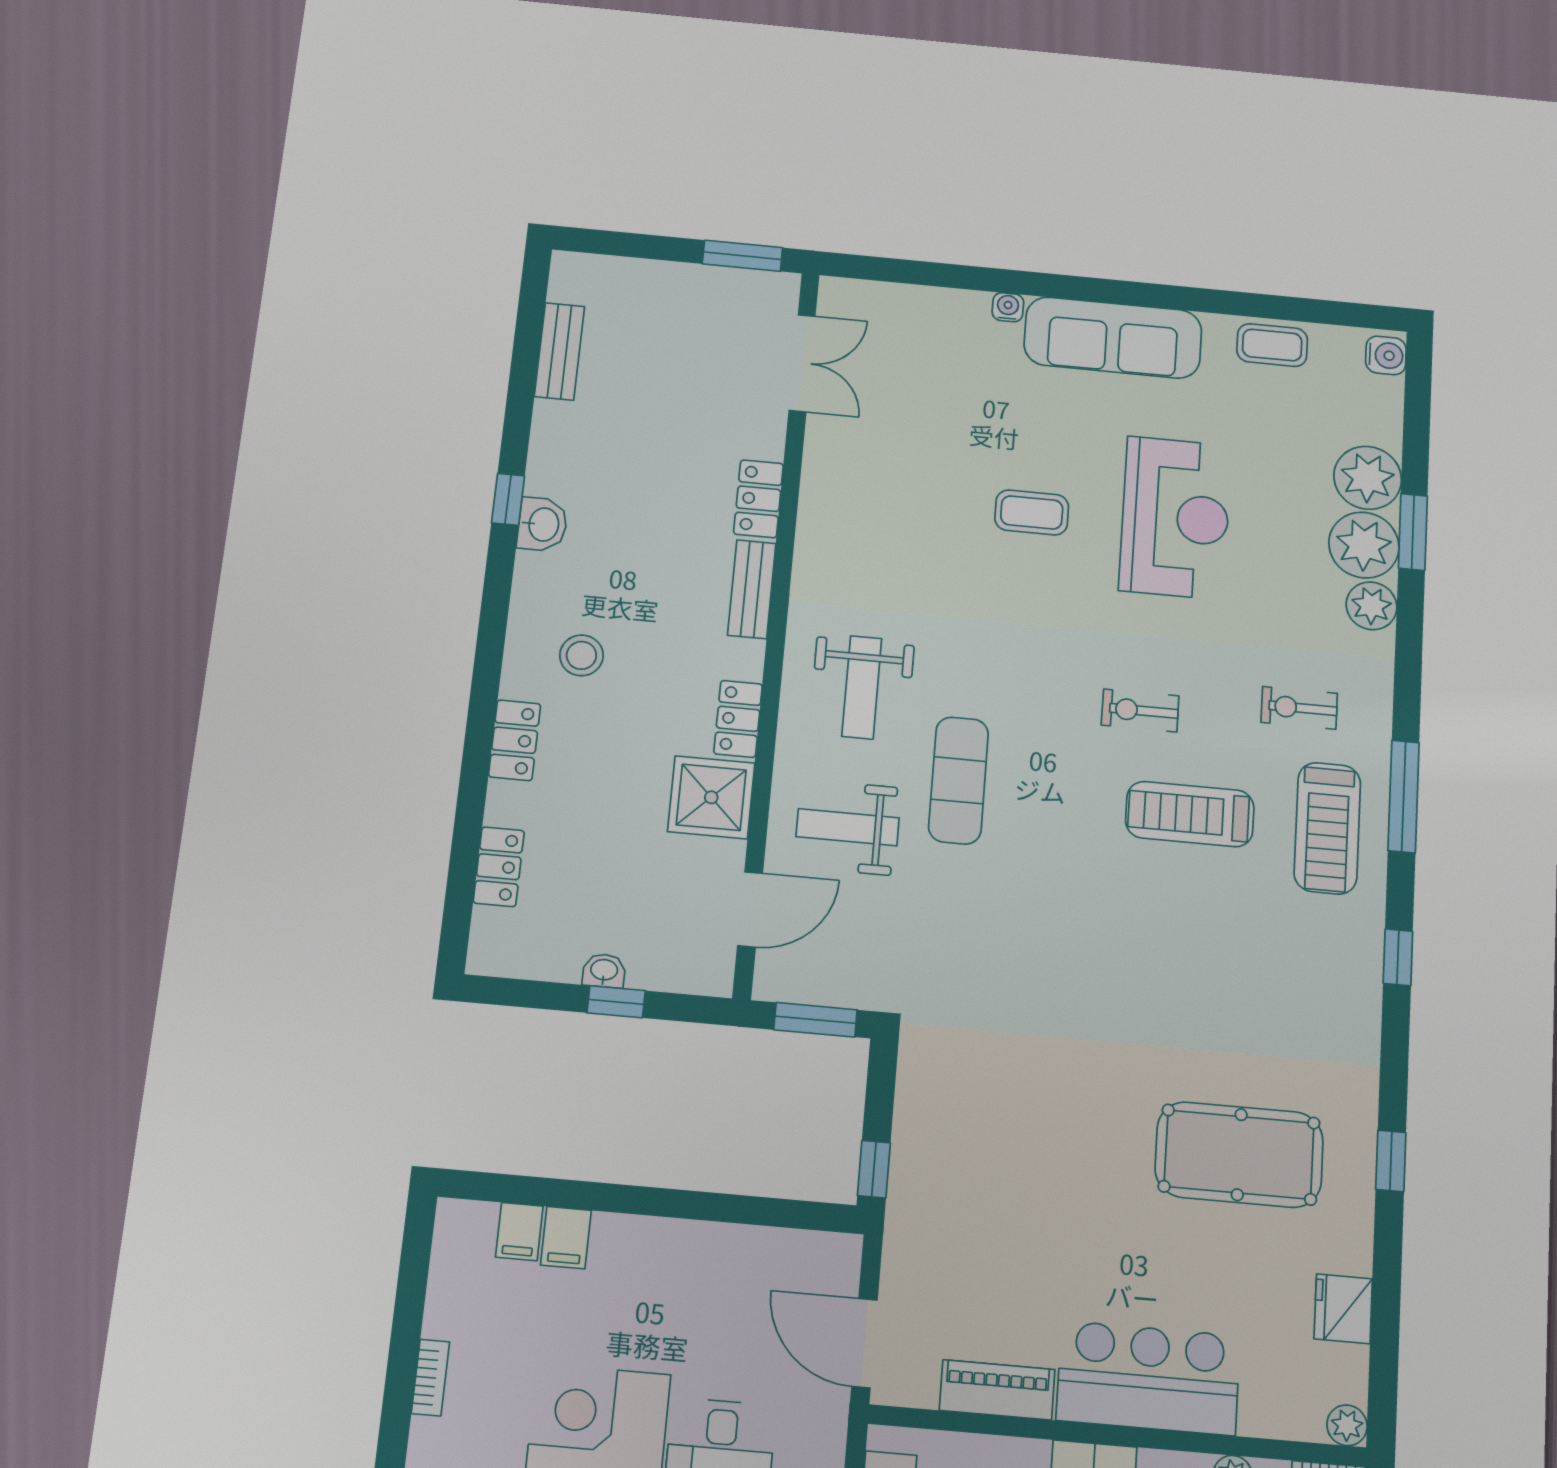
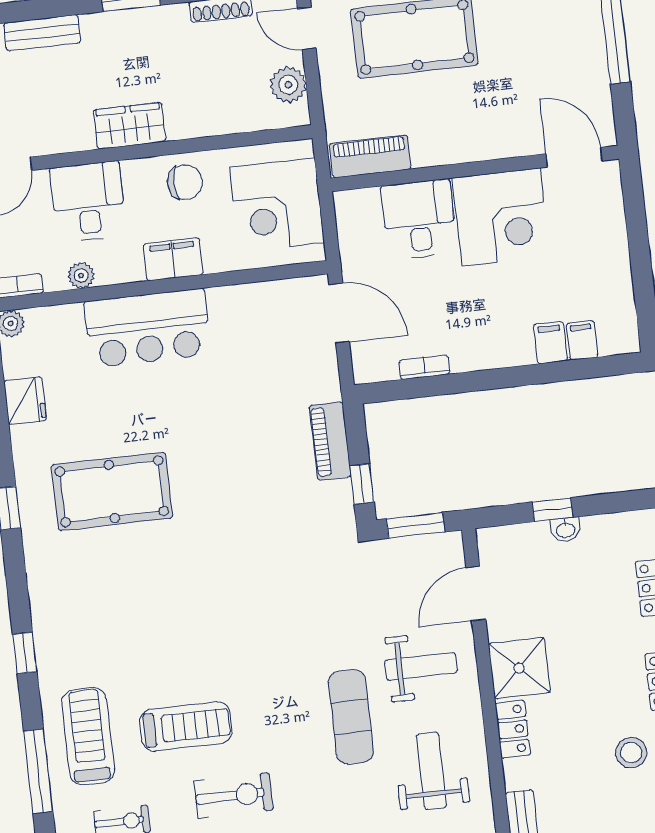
exercise bike: (1140, 711) -> (234, 795), width x1.38, depth x1.39
window: (874, 1169) -> (362, 484), moved
bookcase: (430, 1378) -> (424, 367), moved, turned 90
piano: (997, 1390) -> (330, 441), moved, turned 90

